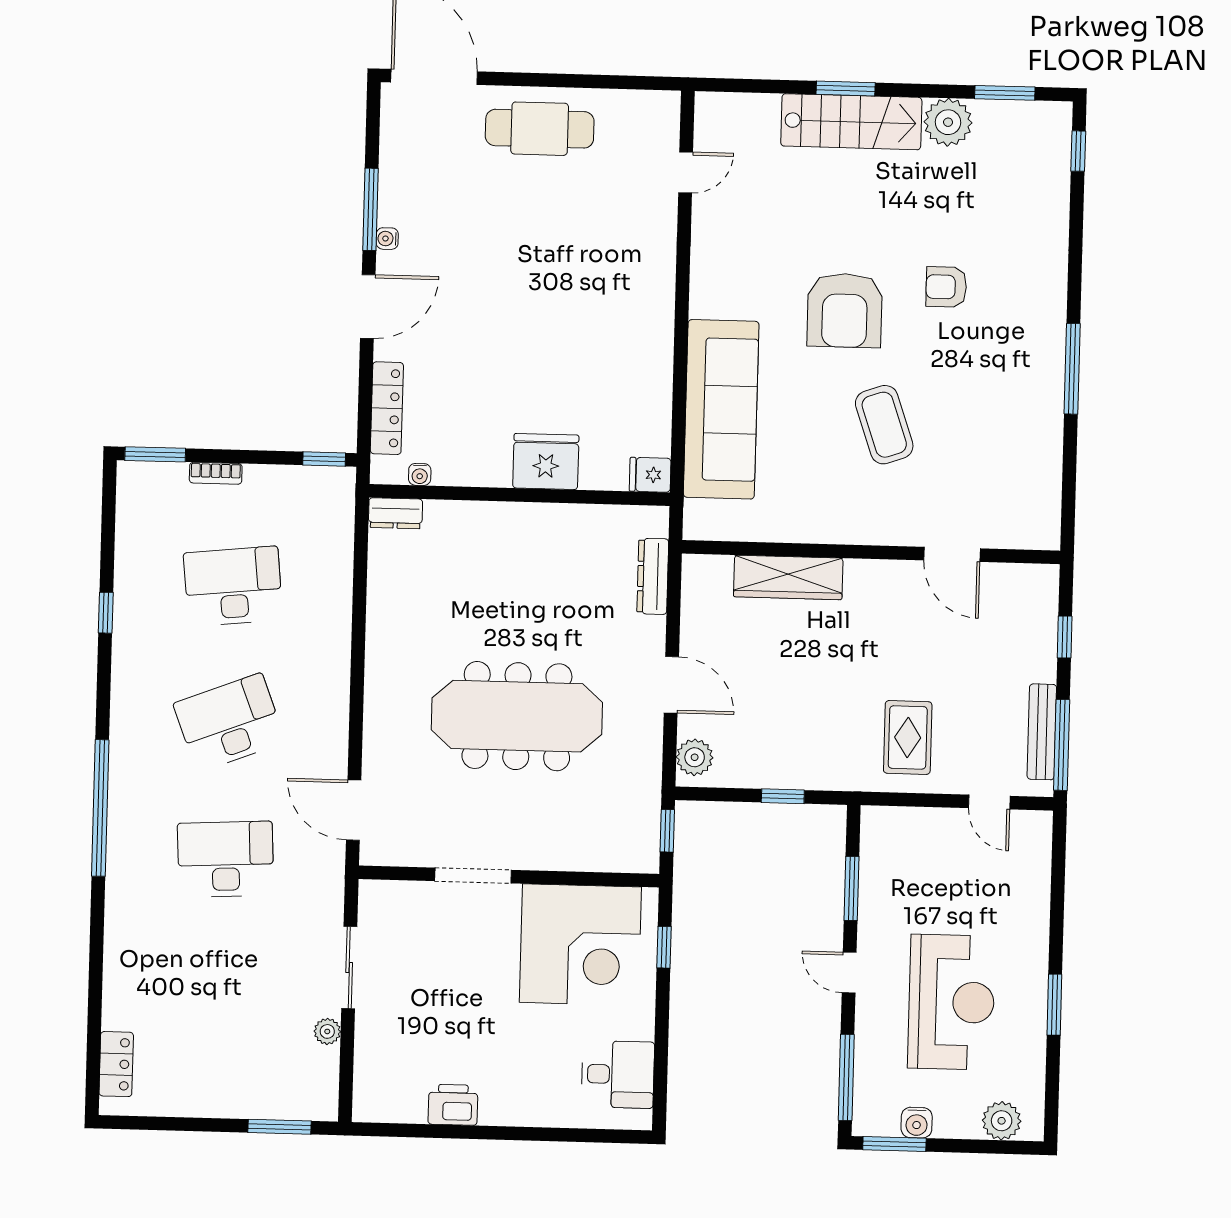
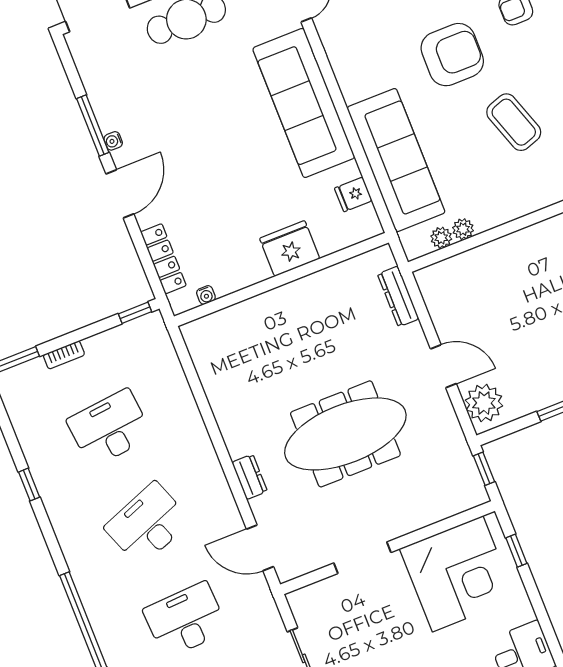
sofa: (639, 292) -> (304, 103), added
armchair: (845, 310) -> (452, 55), turned -90
fridge: (650, 475) -> (353, 194), moved
dresser: (395, 513) -> (250, 477), moved, turned -90
plant: (736, 527) -> (441, 238), added
plant: (767, 528) -> (463, 229), added
wardrobe: (788, 577) -> (493, 257), removed
plant: (695, 757) -> (484, 403), width x1.36, depth x1.36

